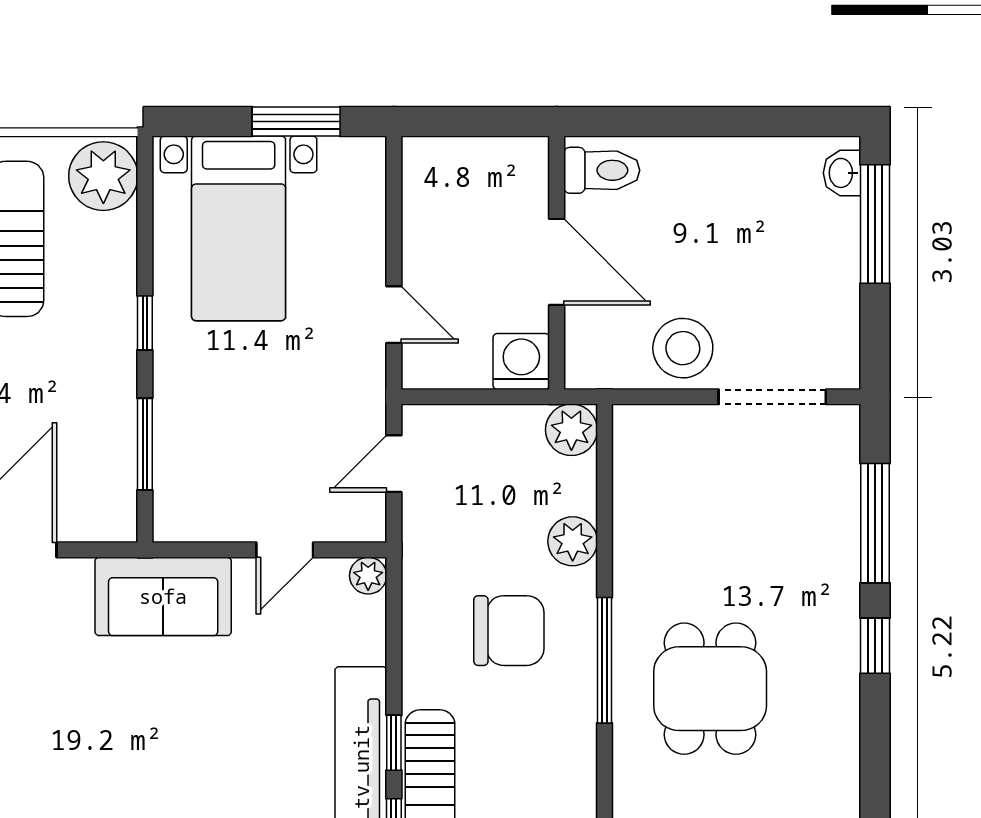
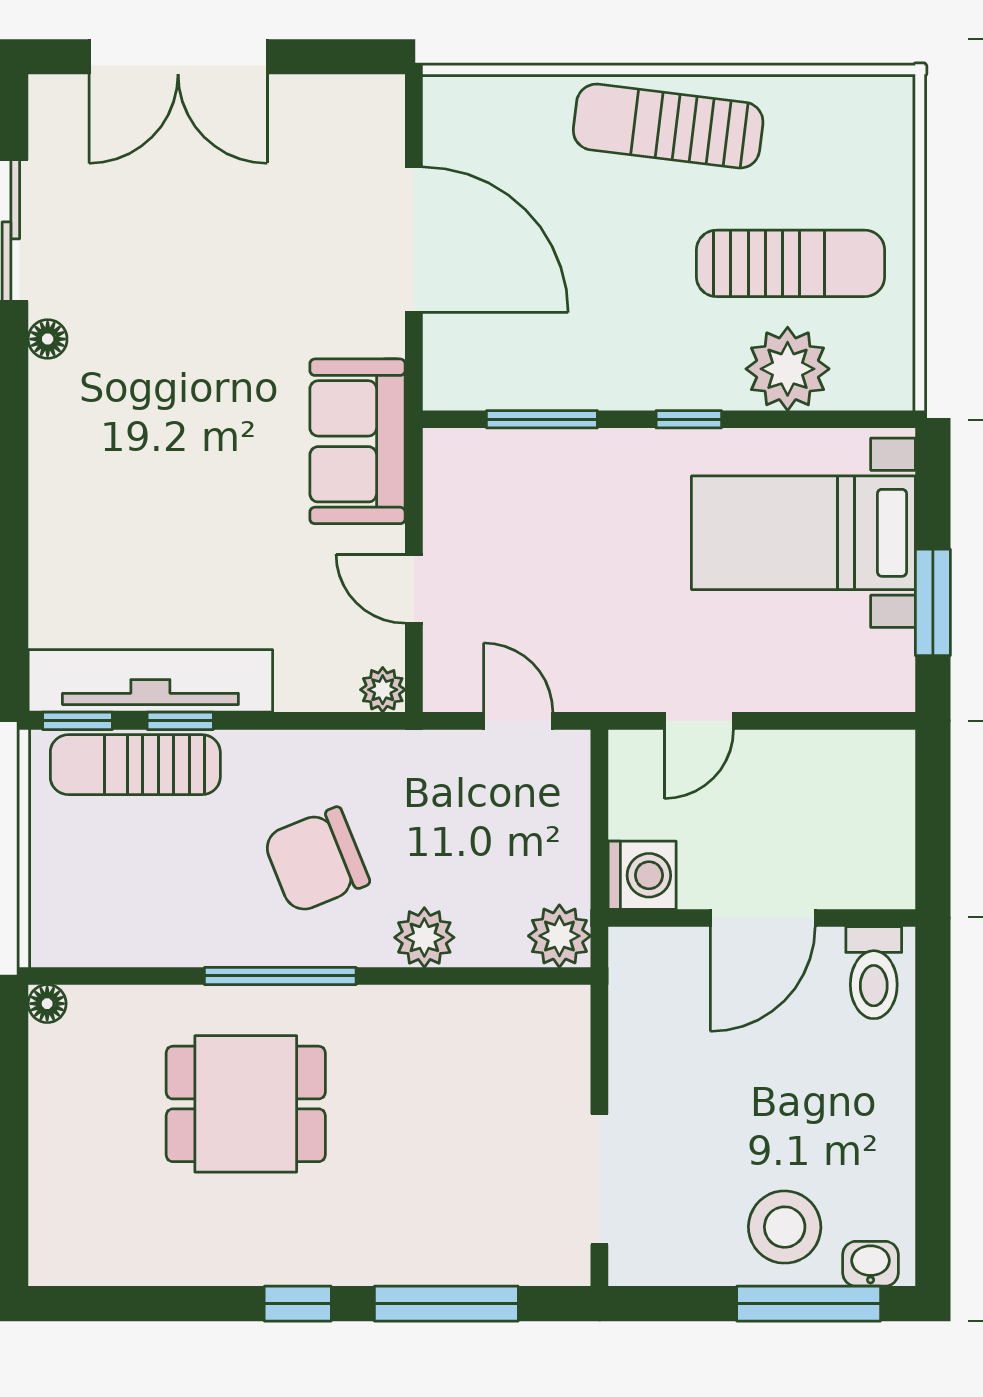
plant: (103, 176) -> (788, 369), moved
stool: (683, 348) -> (785, 1227), moved
chair: (509, 631) -> (316, 860), turned 68

